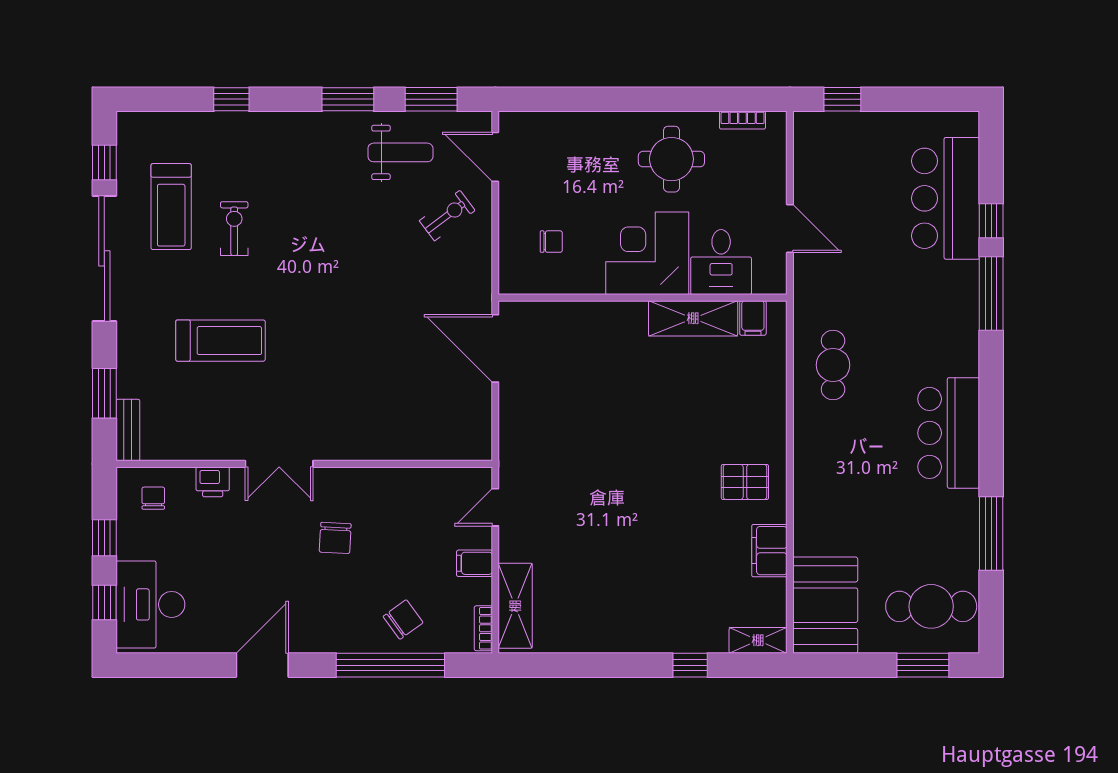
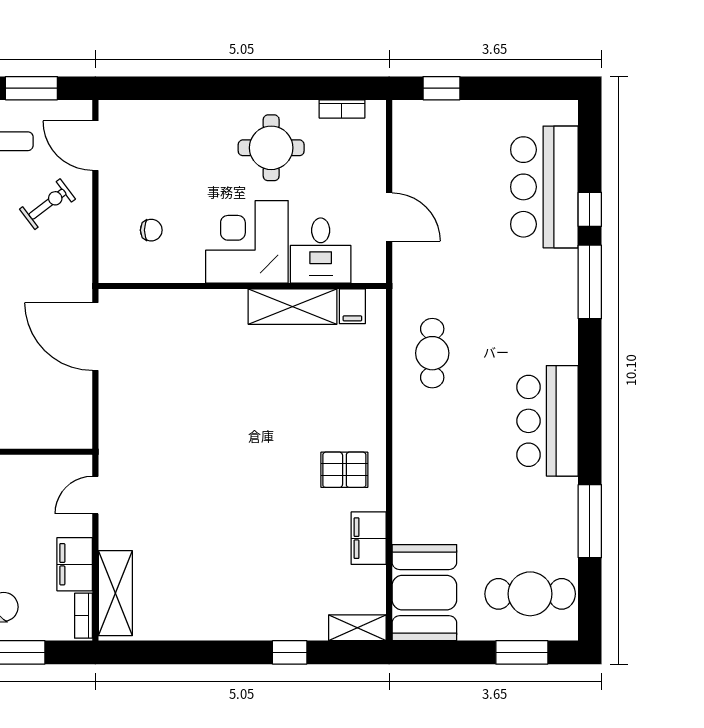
filing cabinet: (475, 563) -> (75, 564), width x2.00

